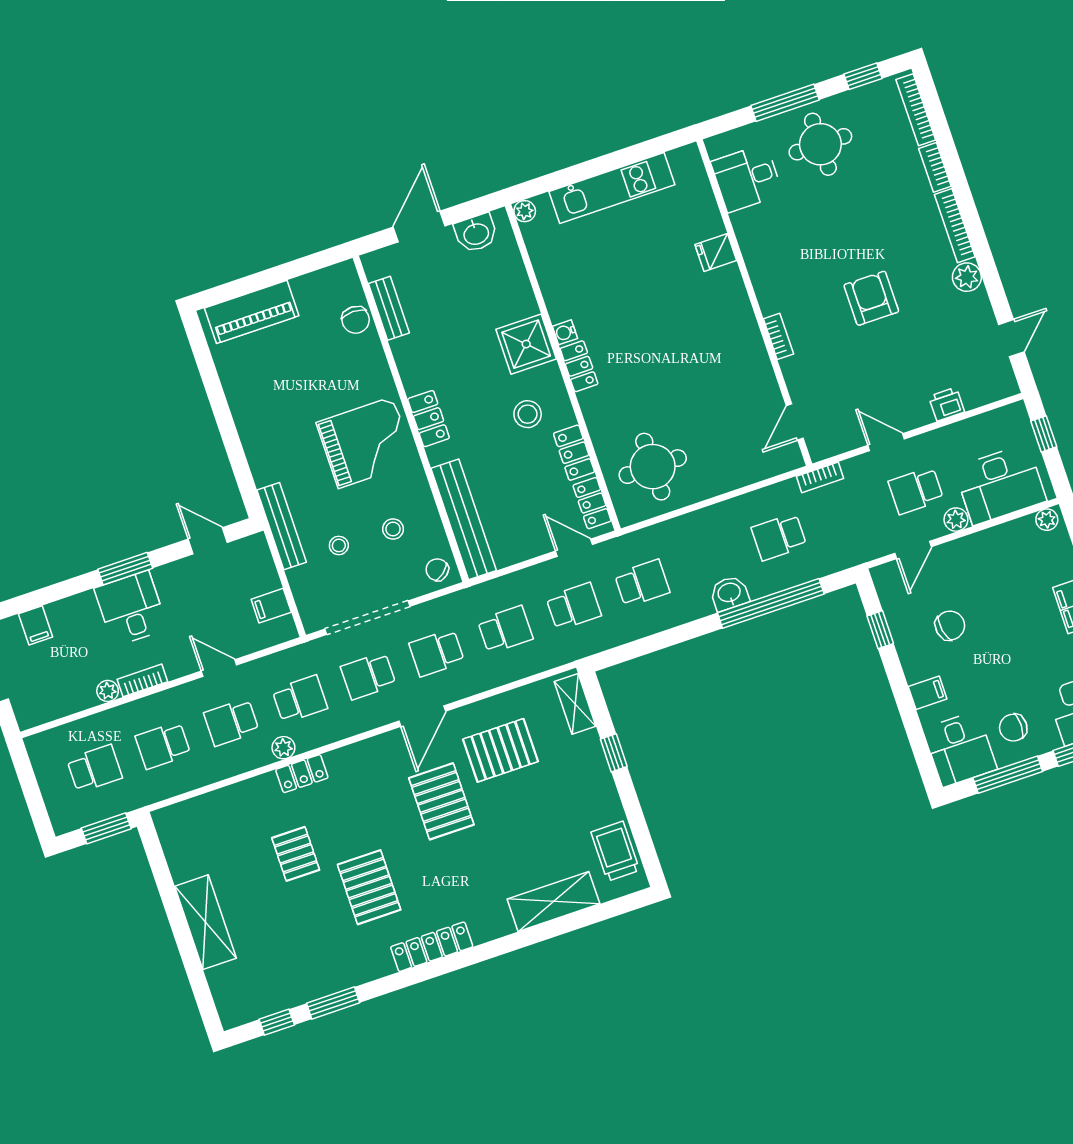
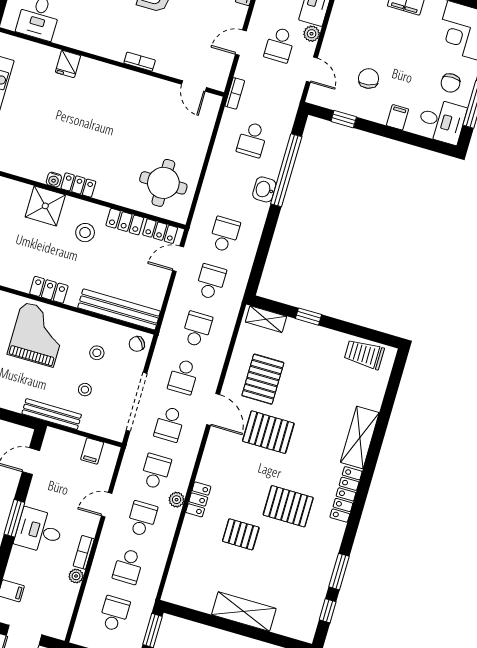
school desk: (231, 722) -> (142, 519), turned 180
shelving: (553, 901) -> (360, 437), moved

